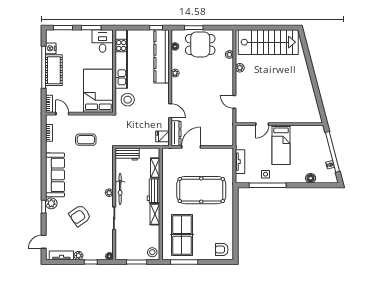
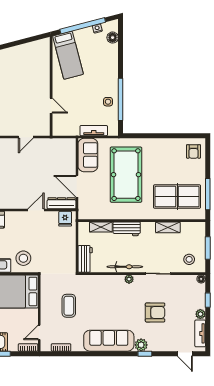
bed: (281, 145) -> (68, 55), moved, turned 75
sofa: (219, 156) -> (88, 155), added
floor lamp: (311, 178) -> (113, 38), moved
shelving: (155, 214) -> (168, 227), moved
armchair: (80, 216) -> (155, 312), turned -56
stool: (152, 252) -> (189, 259), moved

